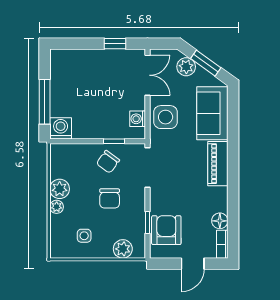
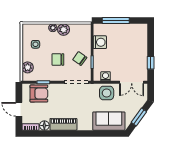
plant: (186, 67) -> (137, 105), removed
washing machine: (61, 128) -> (100, 42), moved
piano: (218, 164) -> (63, 124), moved

